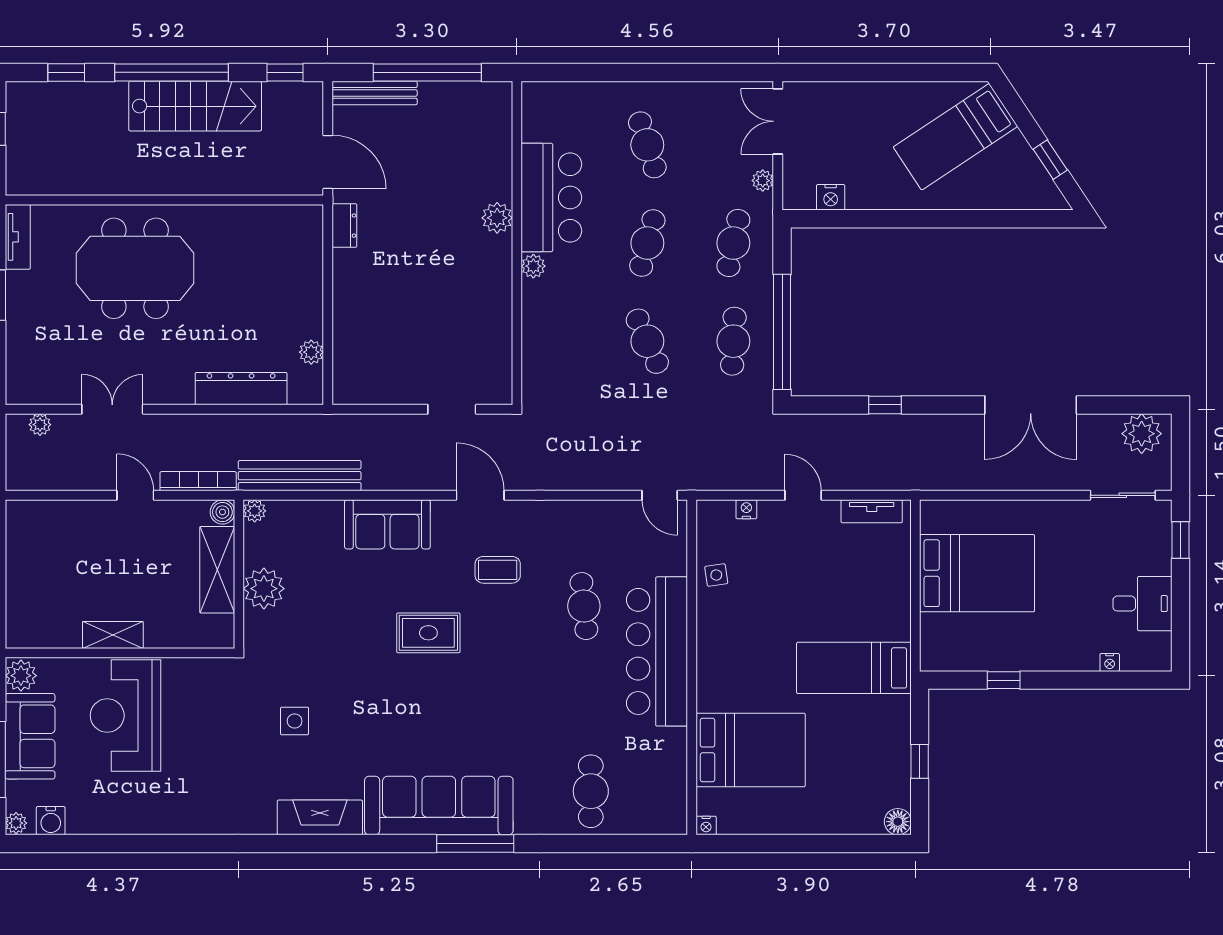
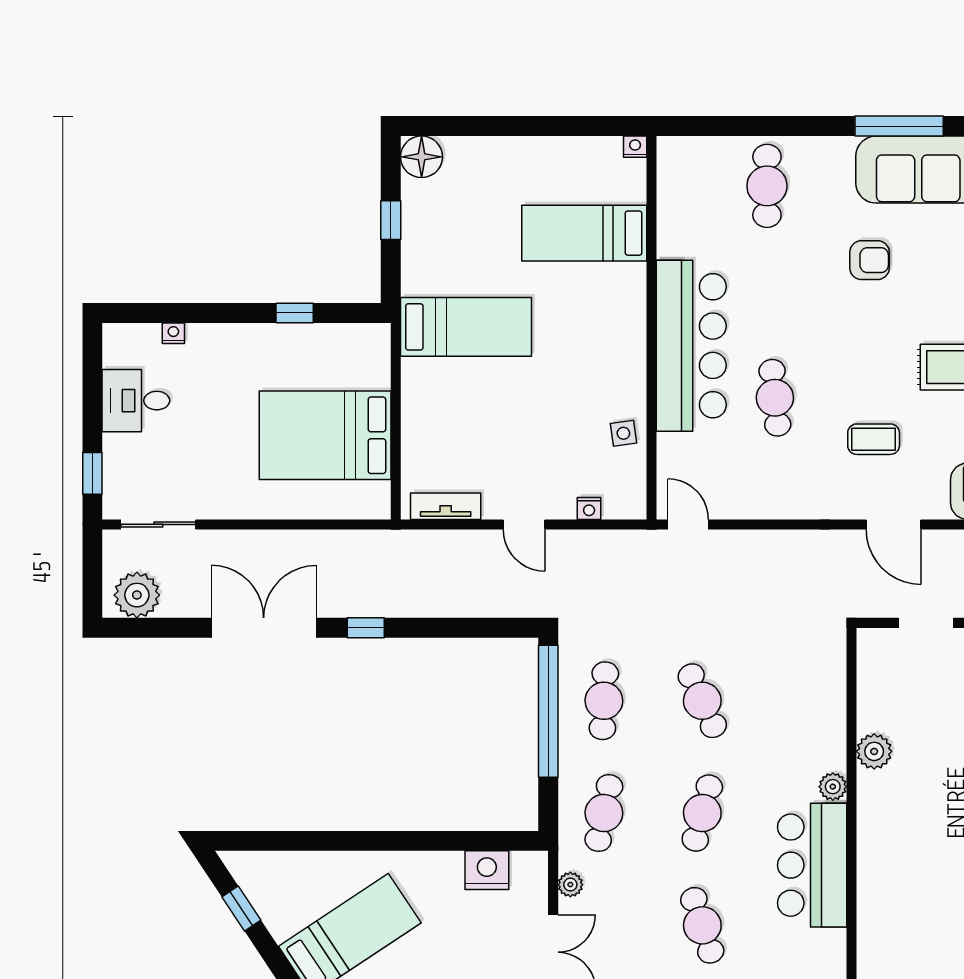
nightstand: (831, 197) -> (487, 870), width x1.36, depth x1.33
plant: (497, 218) -> (874, 751), moved
window: (885, 405) -> (366, 628), moved
armchair: (501, 726) -> (870, 260), added
bed: (751, 750) -> (584, 233), width x0.67
floor lamp: (898, 822) -> (422, 157), width x1.38, depth x1.38

